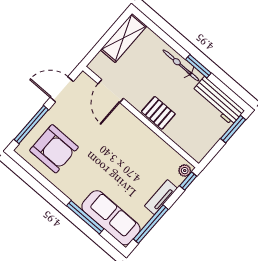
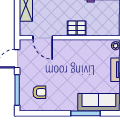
armchair: (54, 149) -> (39, 92), width x0.53, depth x0.53

